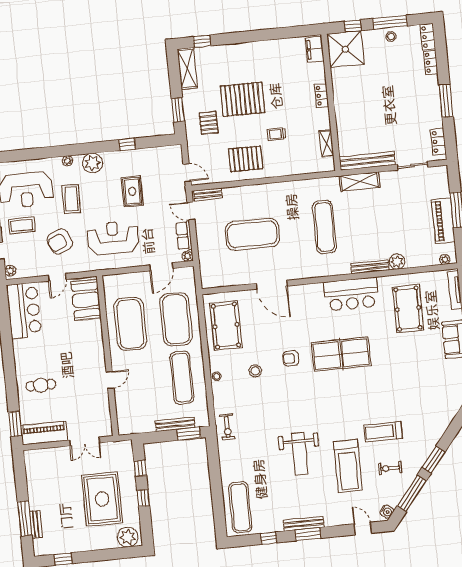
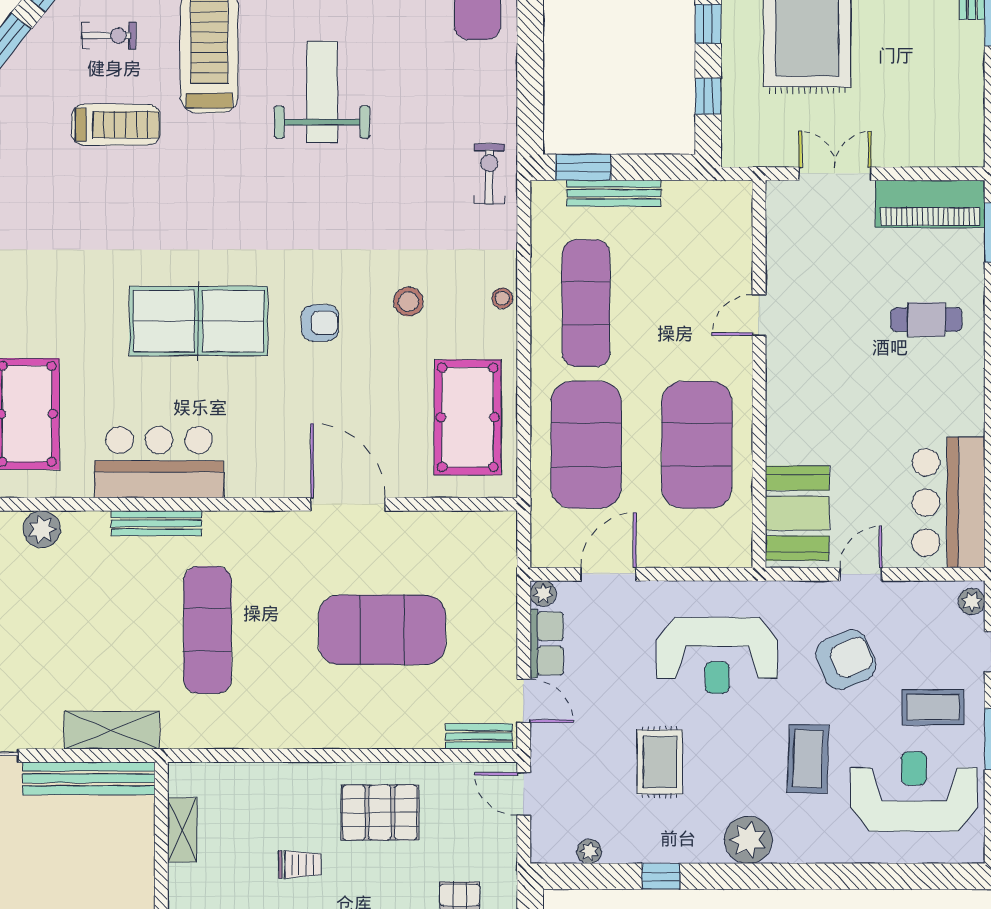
plant: (67, 161) -> (589, 851), moved
bench: (370, 267) -> (156, 523), moved

